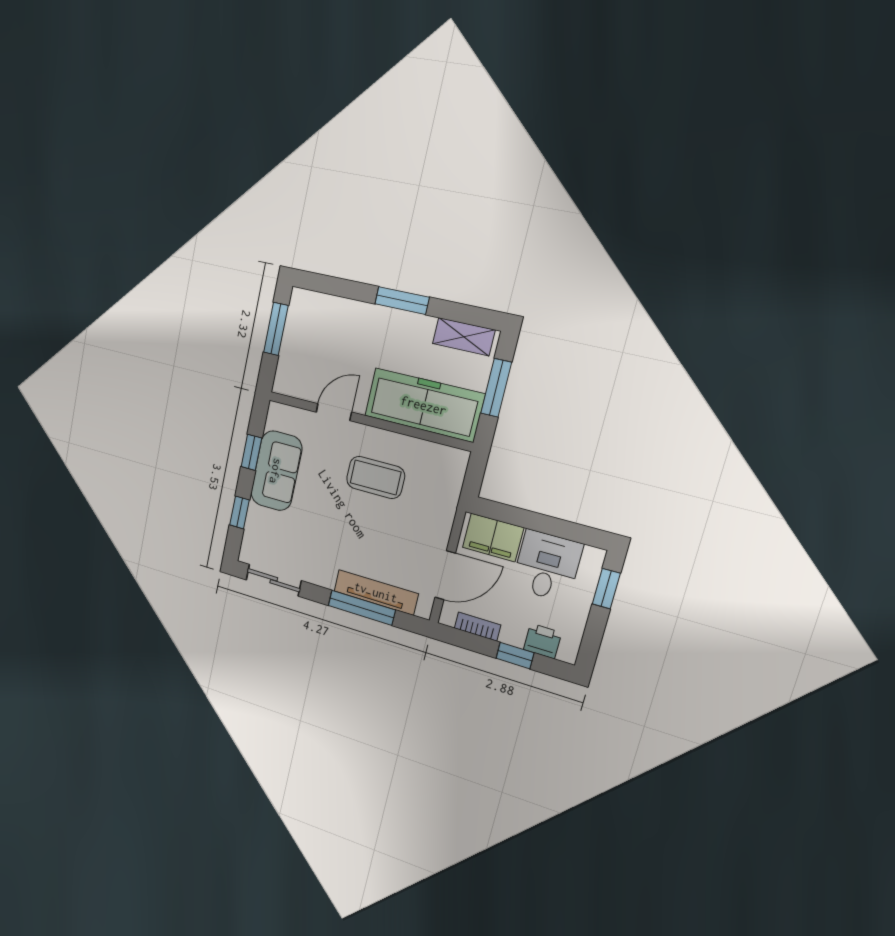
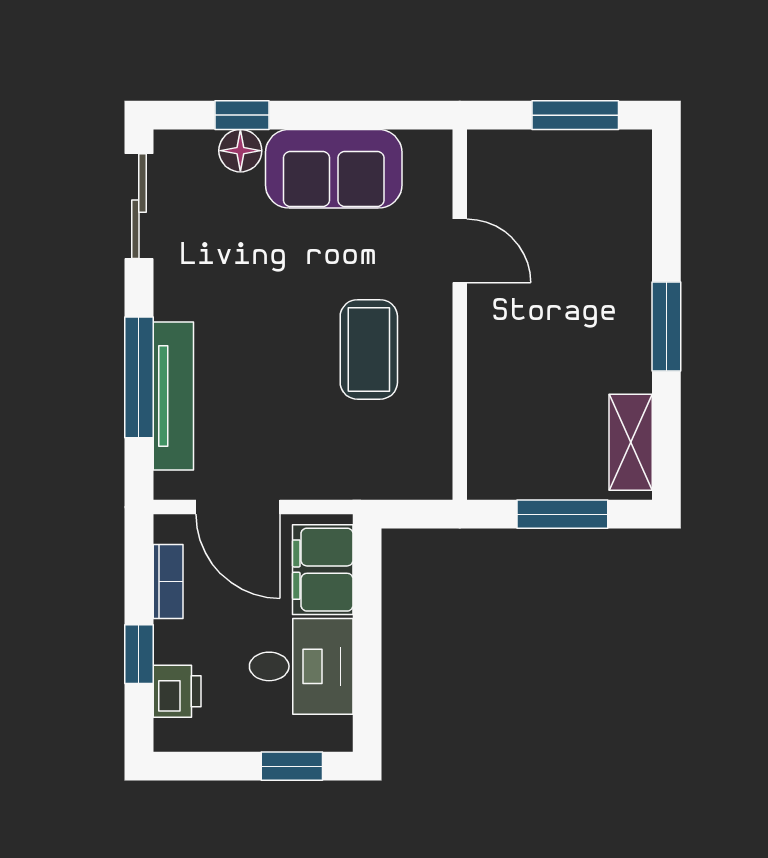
freezer: (424, 405) -> (508, 404), removed
window: (251, 452) -> (354, 115), removed
floor lamp: (257, 518) -> (240, 151), added

